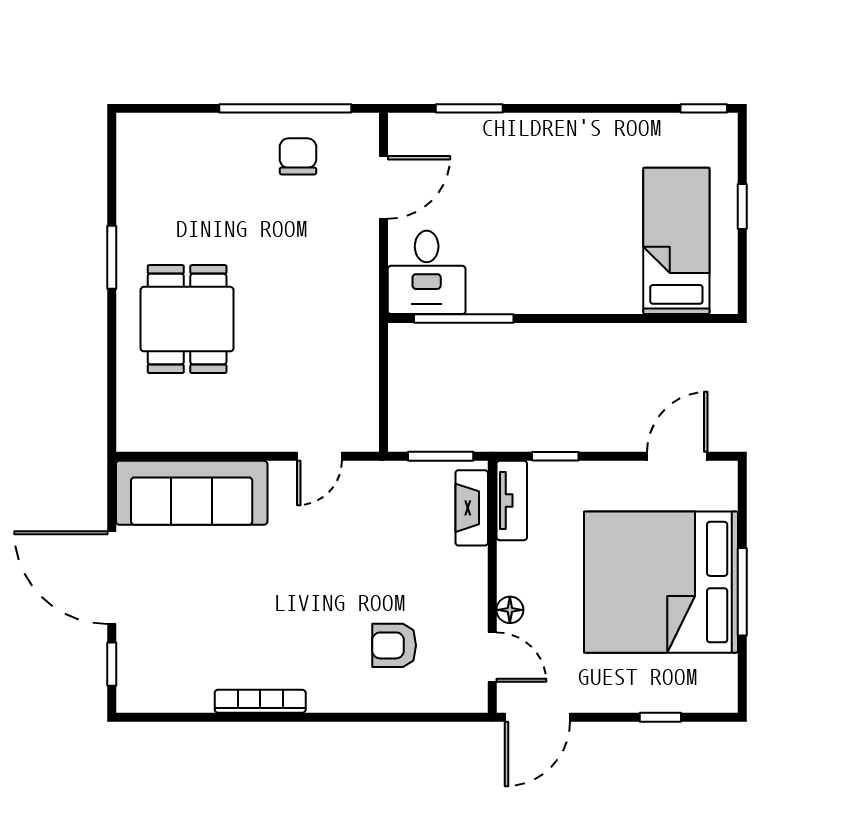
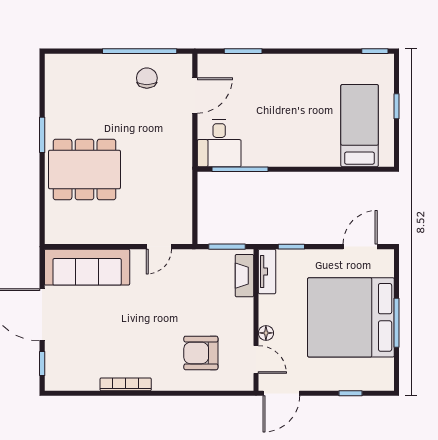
dining table: (187, 319) -> (84, 169), width x1.38
armchair: (394, 645) -> (201, 353), width x1.38, depth x1.38

